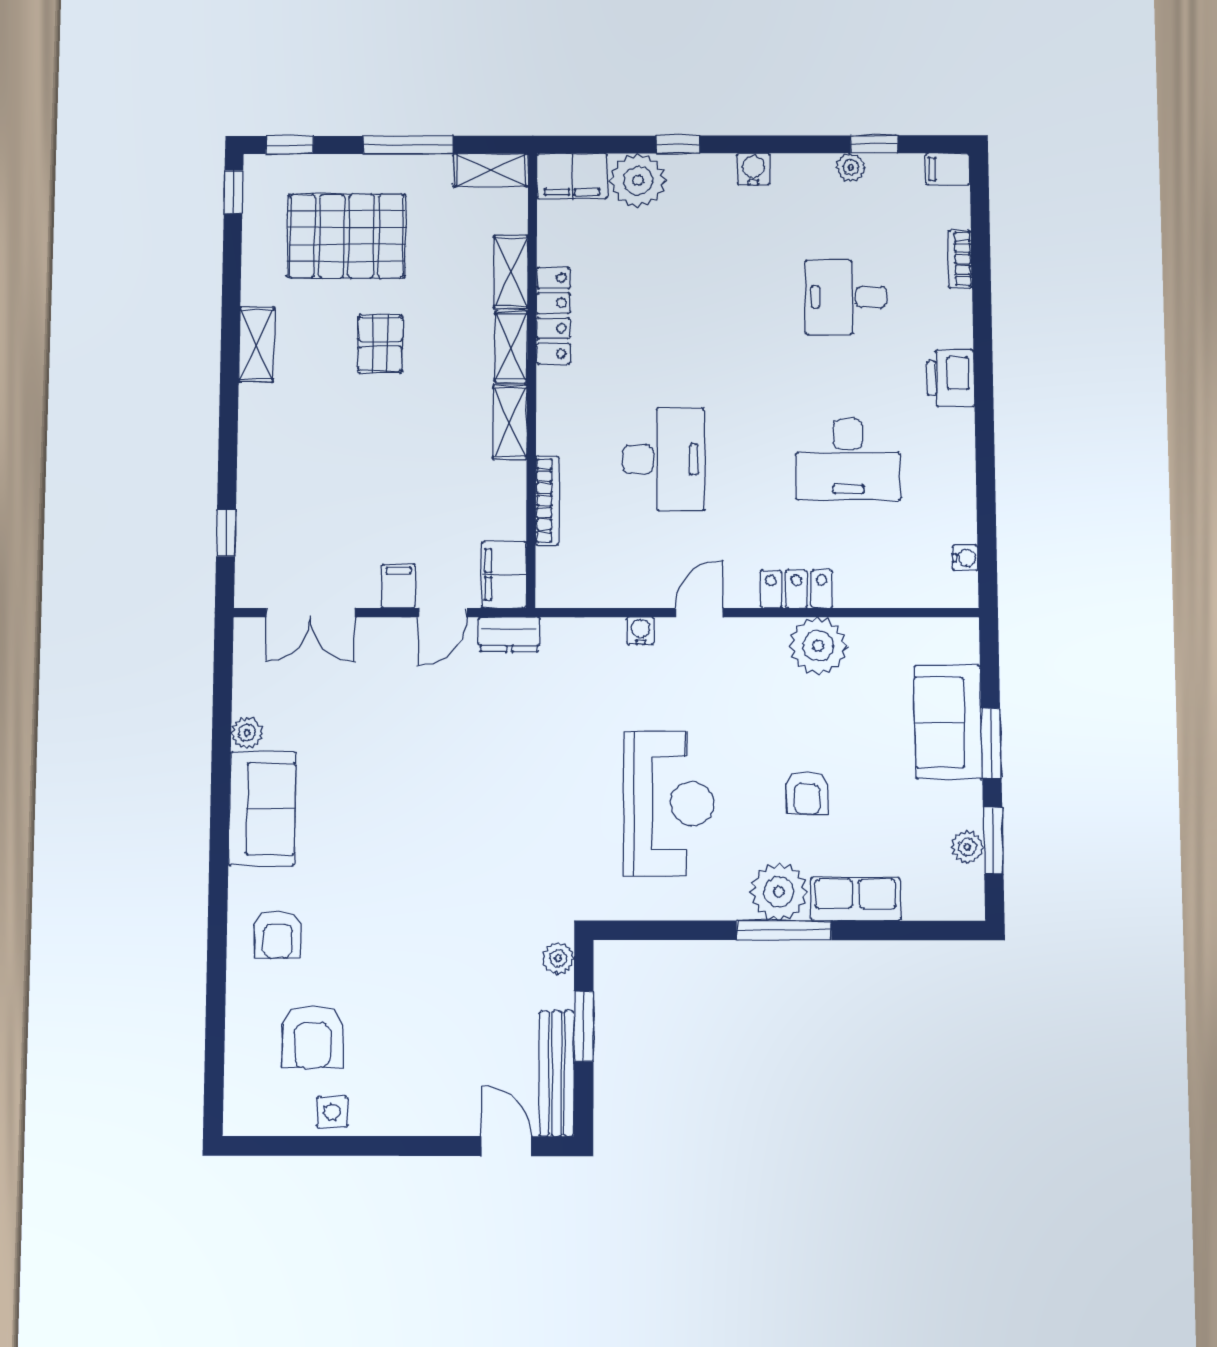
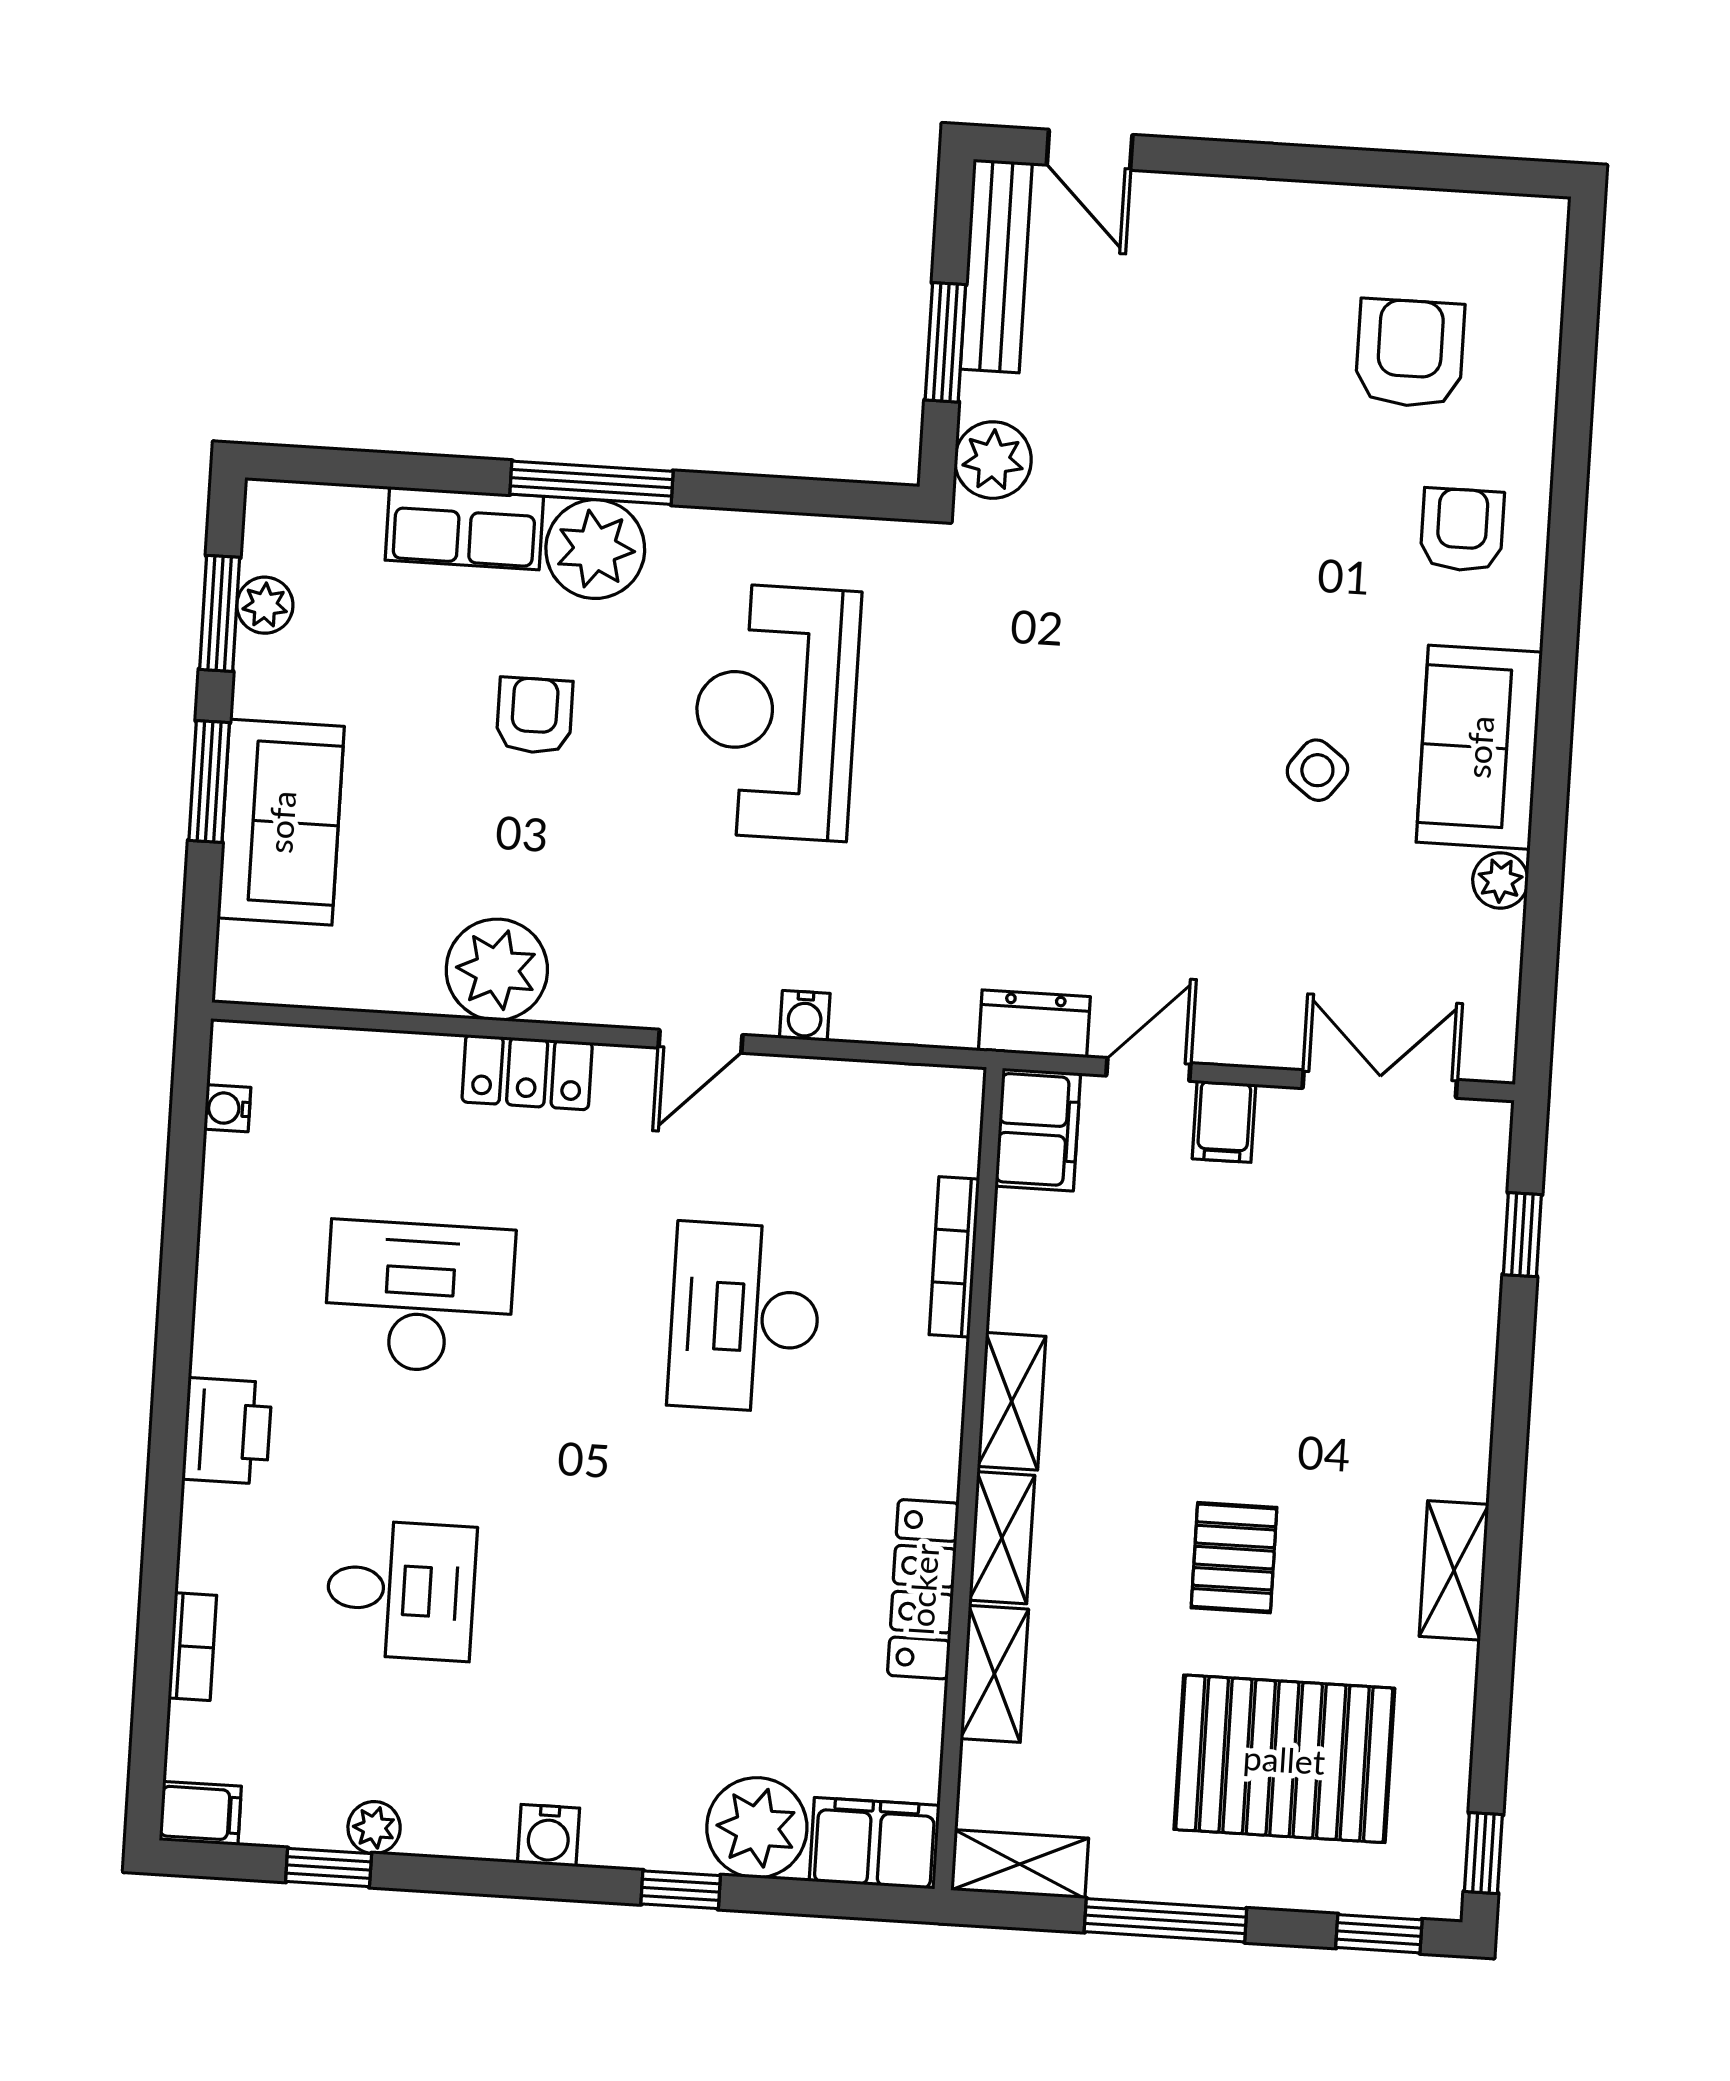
plant: (558, 958) -> (993, 460), width x1.38, depth x1.38
side table: (332, 1112) -> (1317, 770), moved, turned 37

